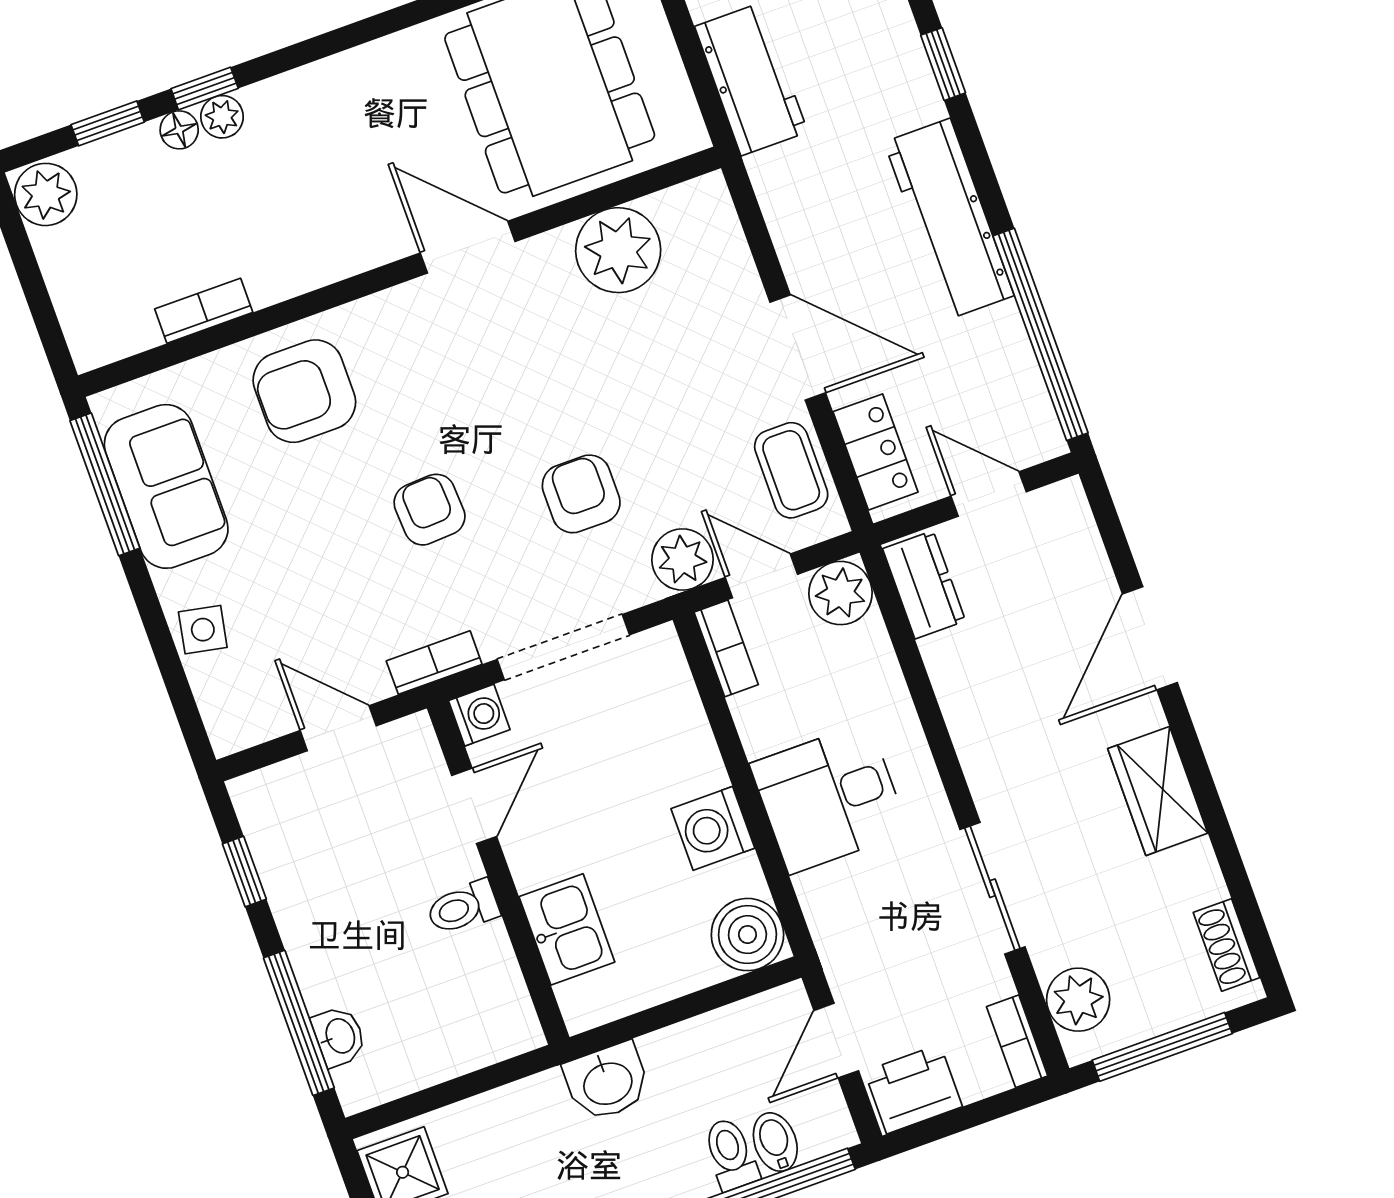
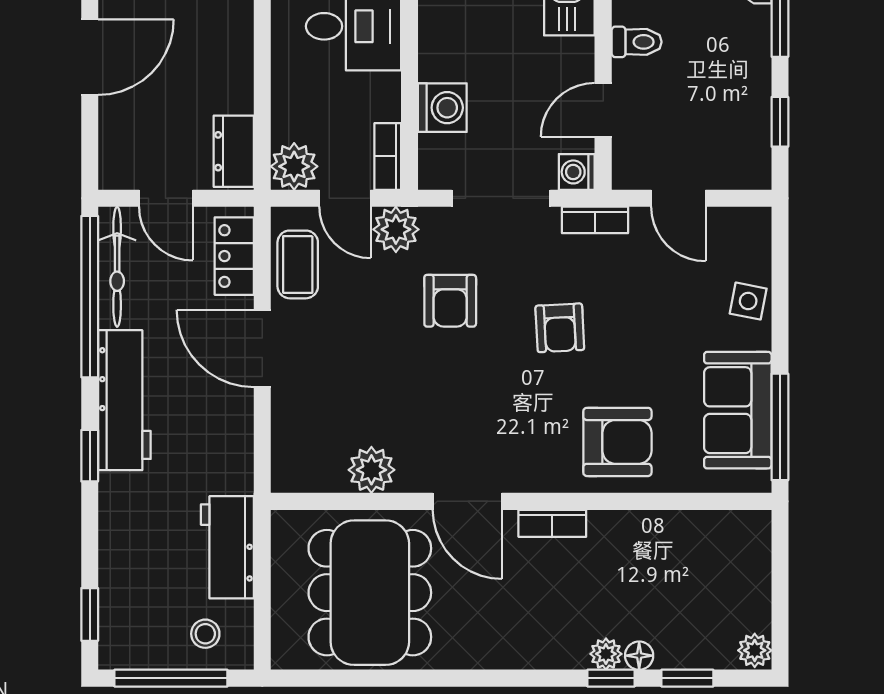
window: (943, 64) -> (90, 456), moved
plant: (46, 194) -> (755, 650), width x0.73, depth x0.73
plant: (618, 250) -> (371, 470), width x0.73, depth x0.73
bookcase: (204, 311) -> (552, 523), moved
bicycle: (1019, 385) -> (117, 267), added
washing machine: (713, 828) -> (442, 108), moved

